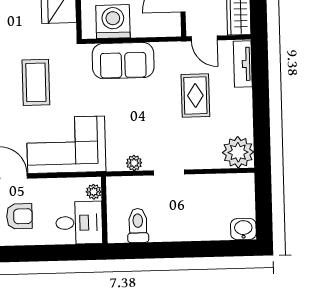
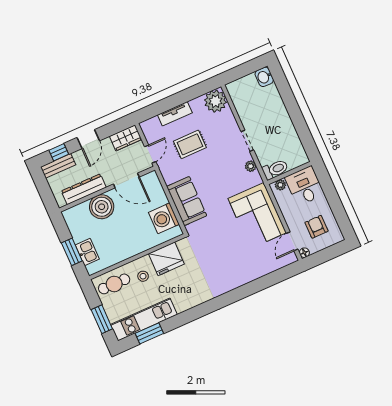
tv unit: (243, 64) -> (175, 114), moved
coffee table: (36, 82) -> (225, 252), removed
toilet: (138, 225) -> (275, 169), moved, turned 180

